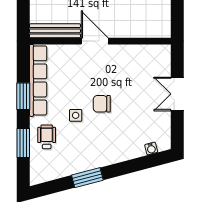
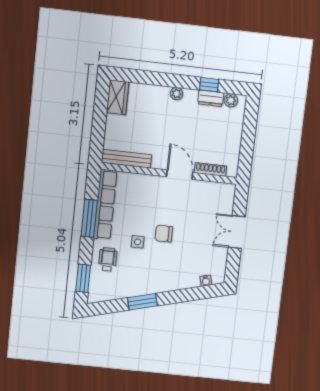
shoe rack: (142, 32) -> (210, 170), added
door: (95, 41) -> (180, 175), moved
window: (23, 96) -> (89, 218), width x1.44
window: (23, 143) -> (83, 278), moved

